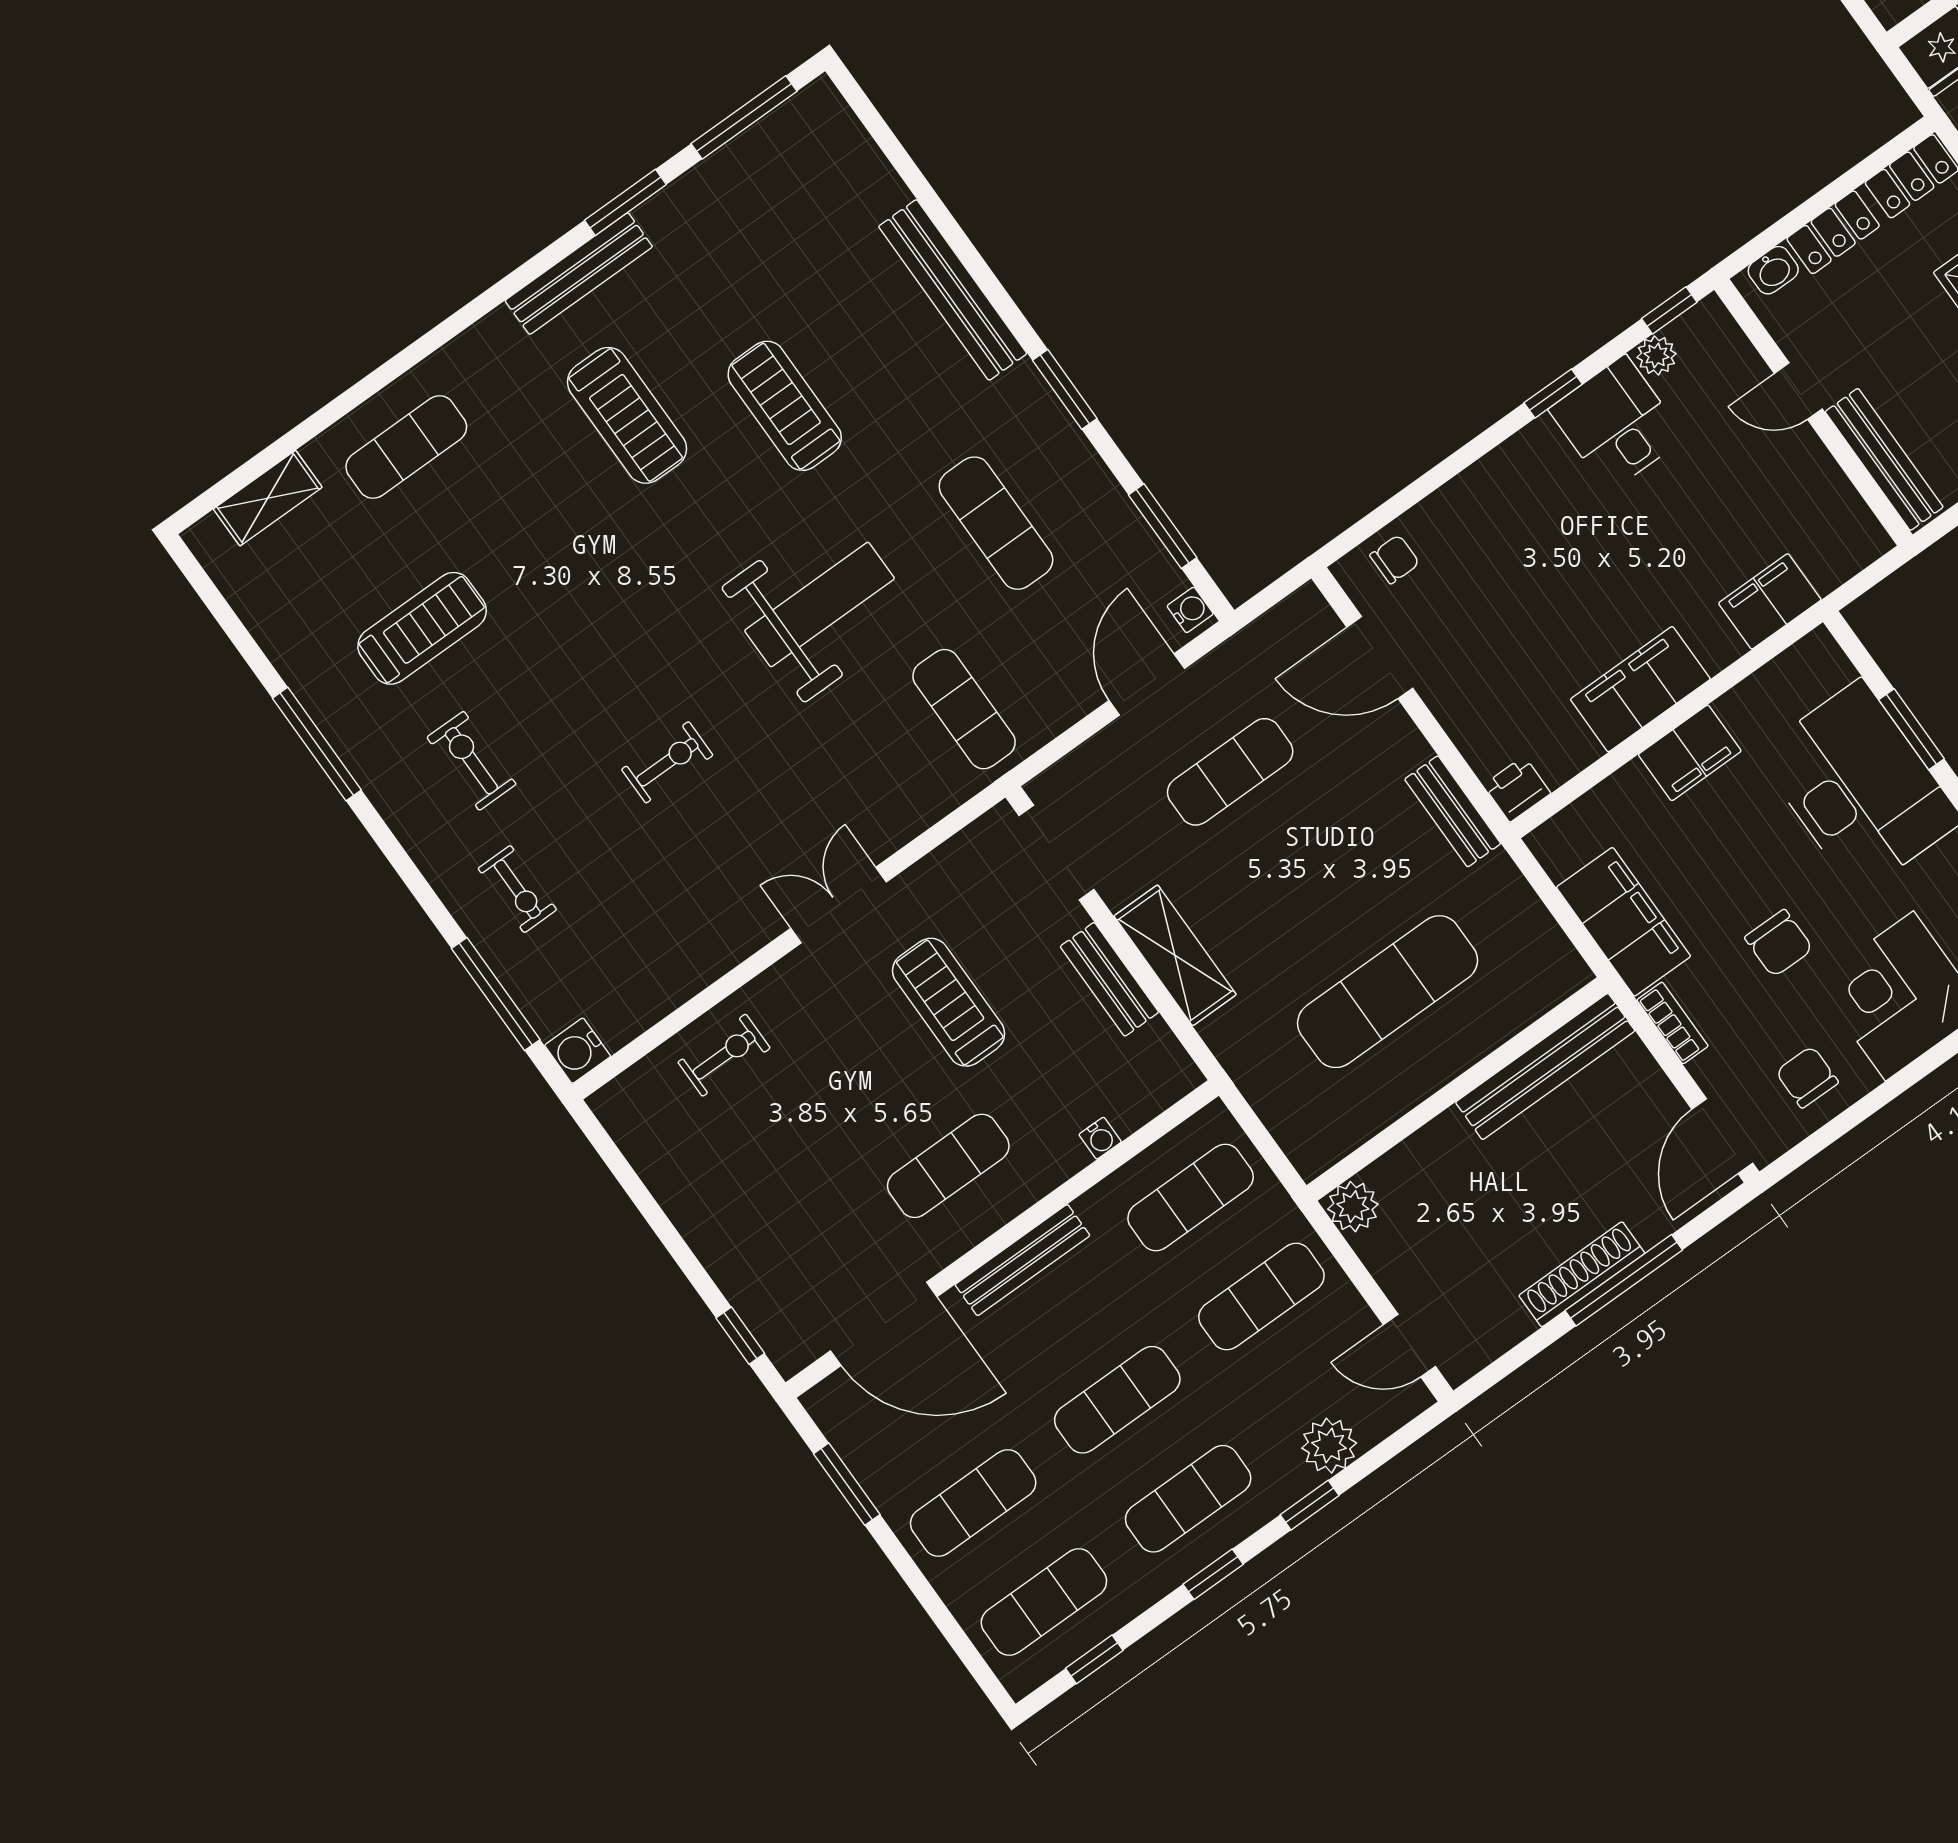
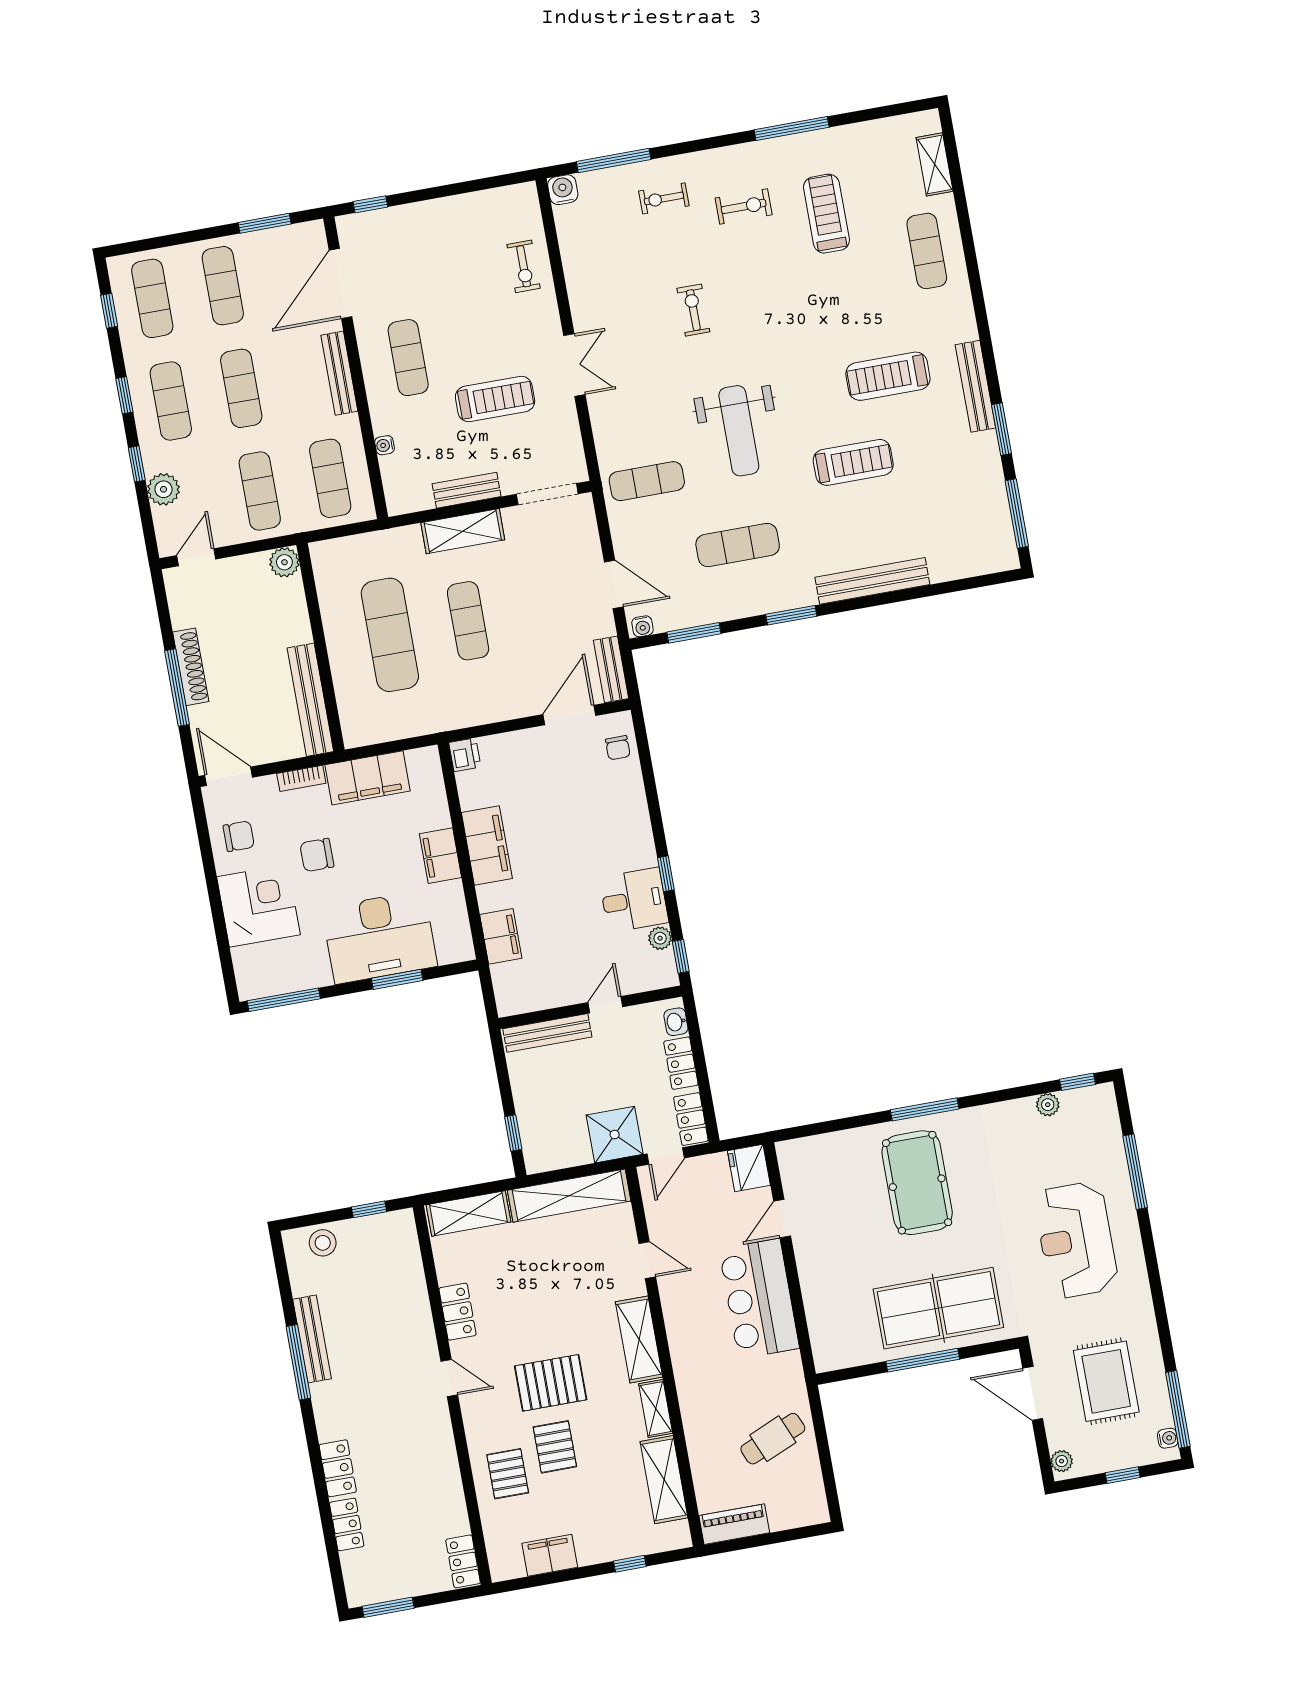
treadmill: (422, 628) -> (826, 214), turned 180
exercise bike: (667, 762) -> (693, 310), turned 180
exercise mat: (1230, 772) -> (468, 621), moved
bench: (1453, 811) -> (611, 669), moved, turned 90

